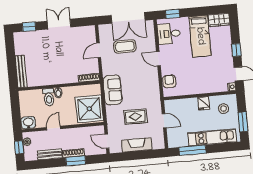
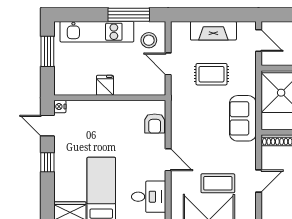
stool: (224, 109) -> (149, 40), moved

